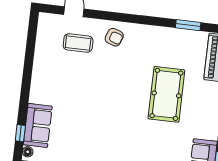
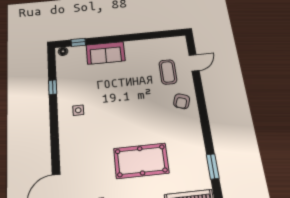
sofa: (38, 125) -> (106, 53), moved
side table: (100, 147) -> (78, 110), added

